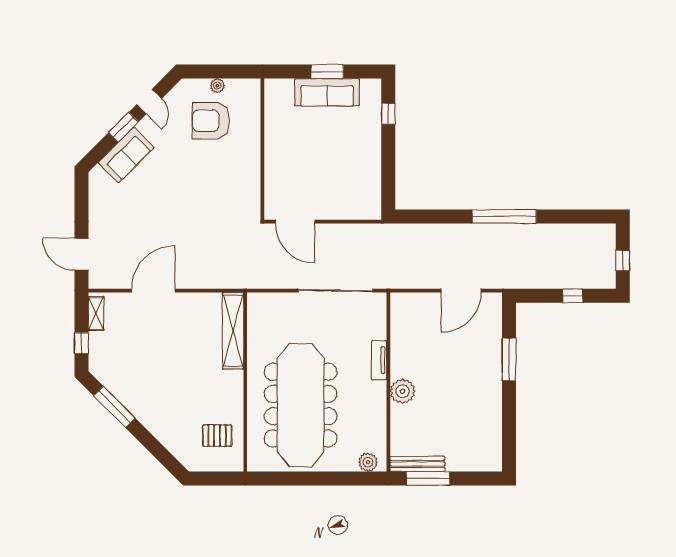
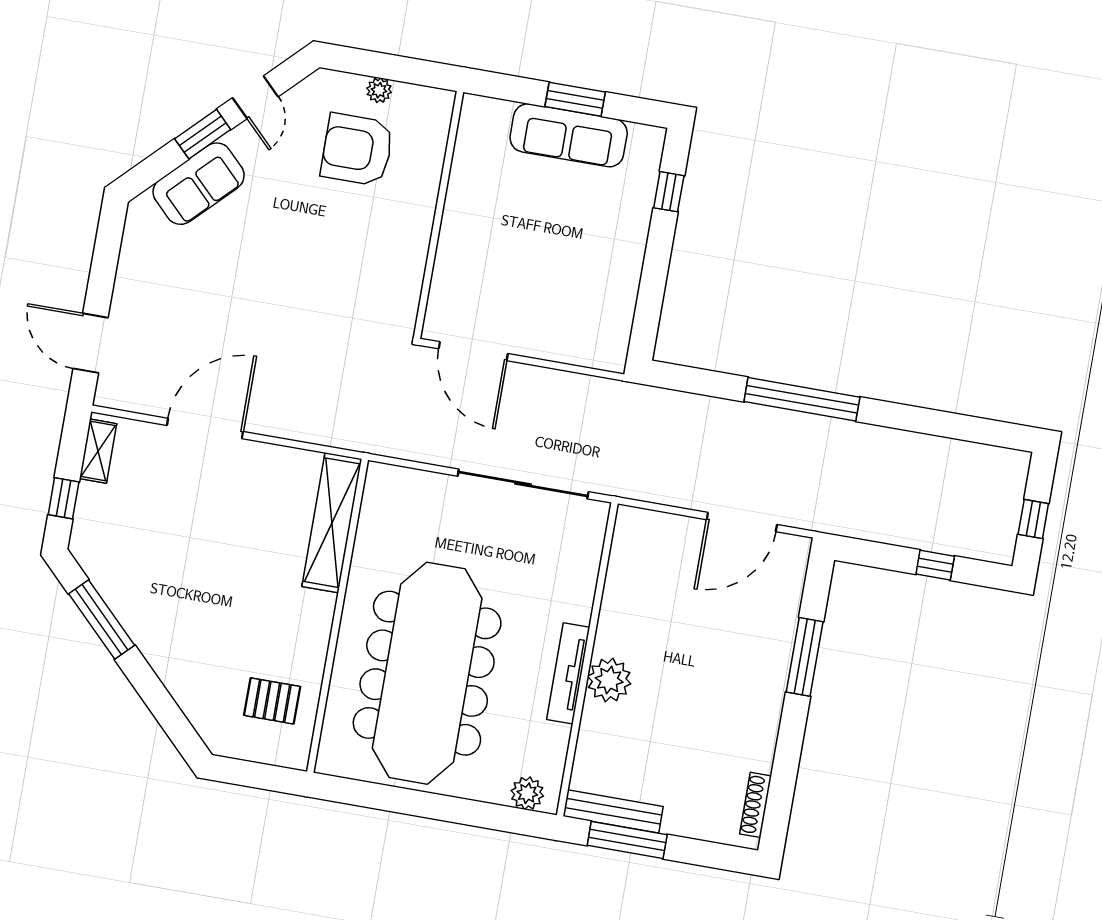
window: (504, 216) -> (802, 399), moved
tv unit: (379, 360) -> (568, 673), moved, width x1.41
shoe rack: (496, 447) -> (756, 805), added

